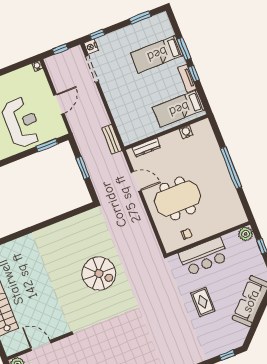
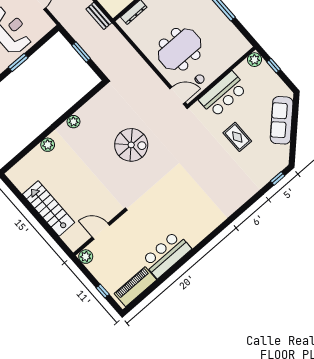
window: (47, 145) -> (18, 62), moved
door: (136, 181) -> (178, 95), moved
plant: (52, 232) -> (73, 122), added
plant: (19, 245) -> (48, 145), added

